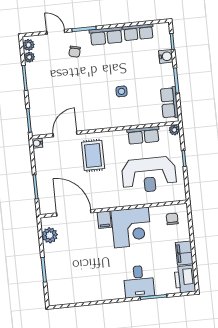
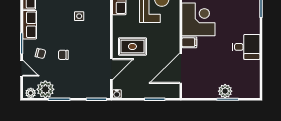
door: (56, 32) -> (22, 68), swing flipped
plant: (29, 57) -> (45, 89), width x1.88, depth x1.88
chair: (76, 78) -> (63, 55), added
door: (65, 134) -> (111, 69), swing flipped
plant: (50, 235) -> (225, 91), moved
desk: (139, 282) -> (246, 47), moved

